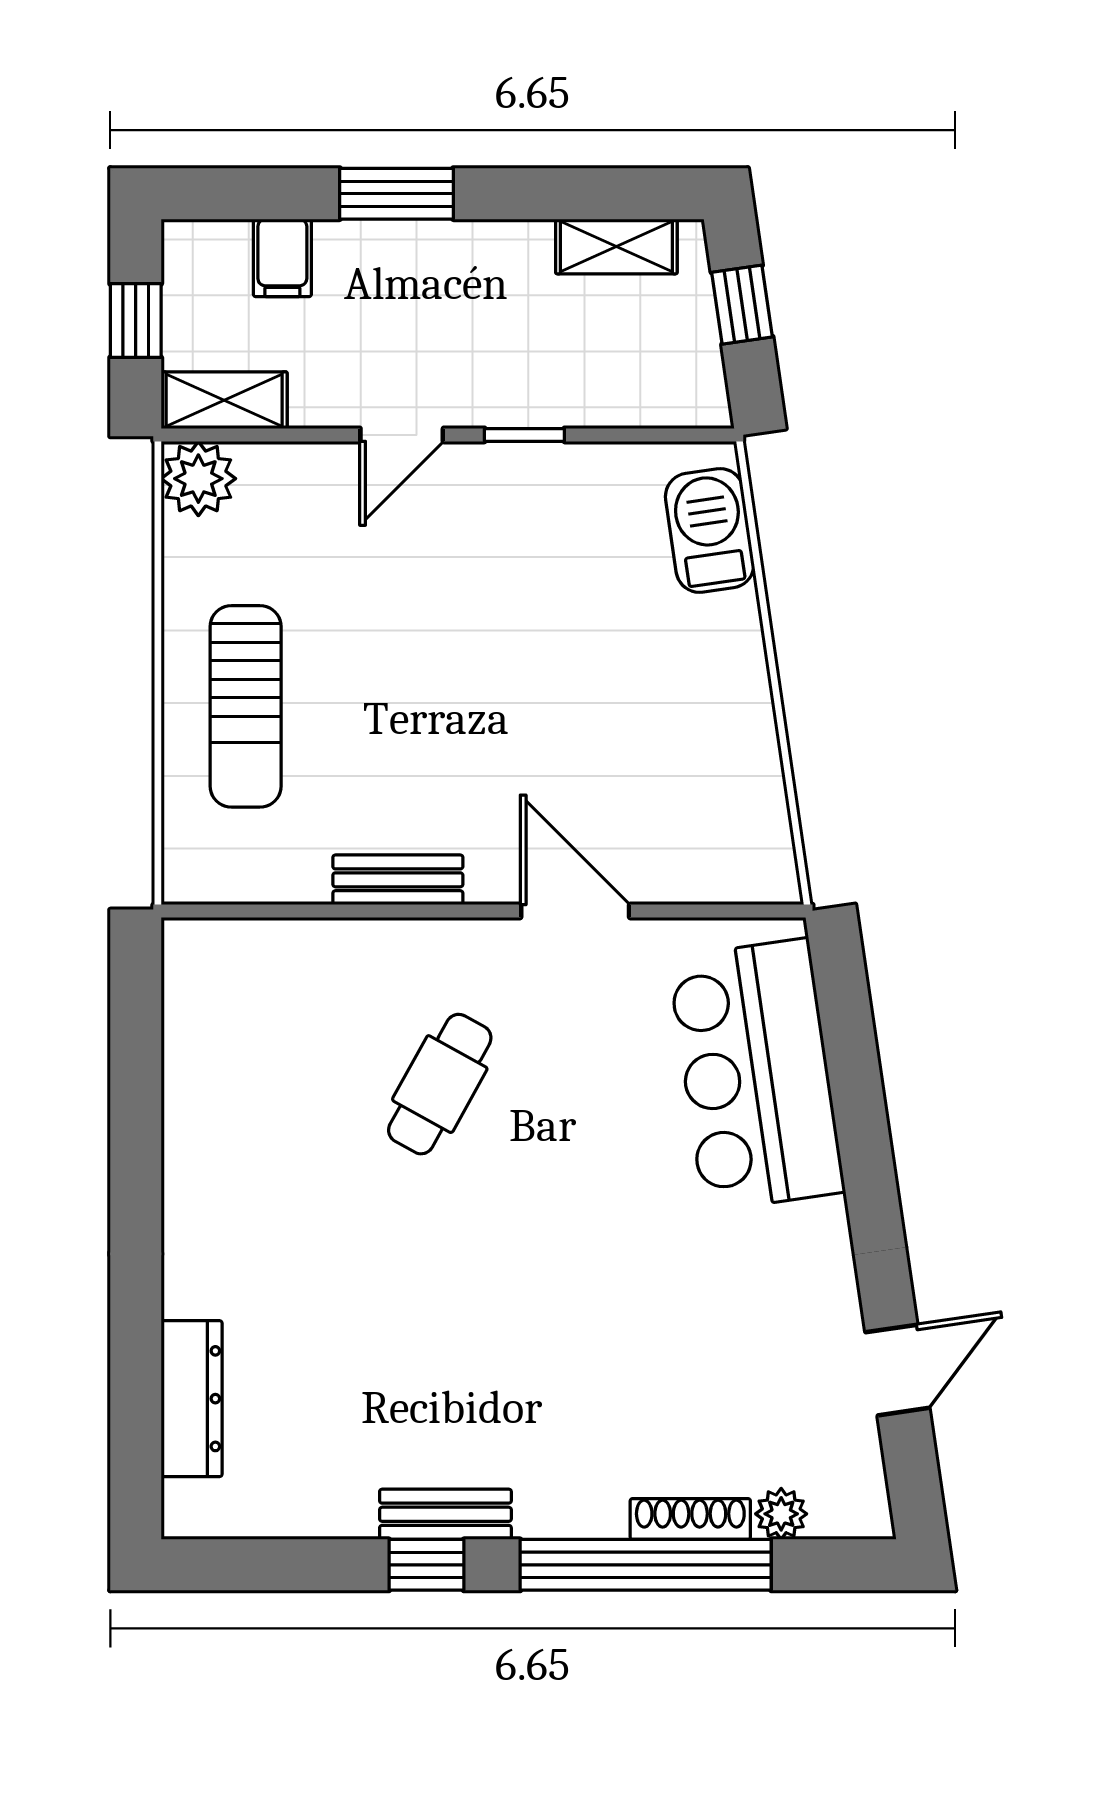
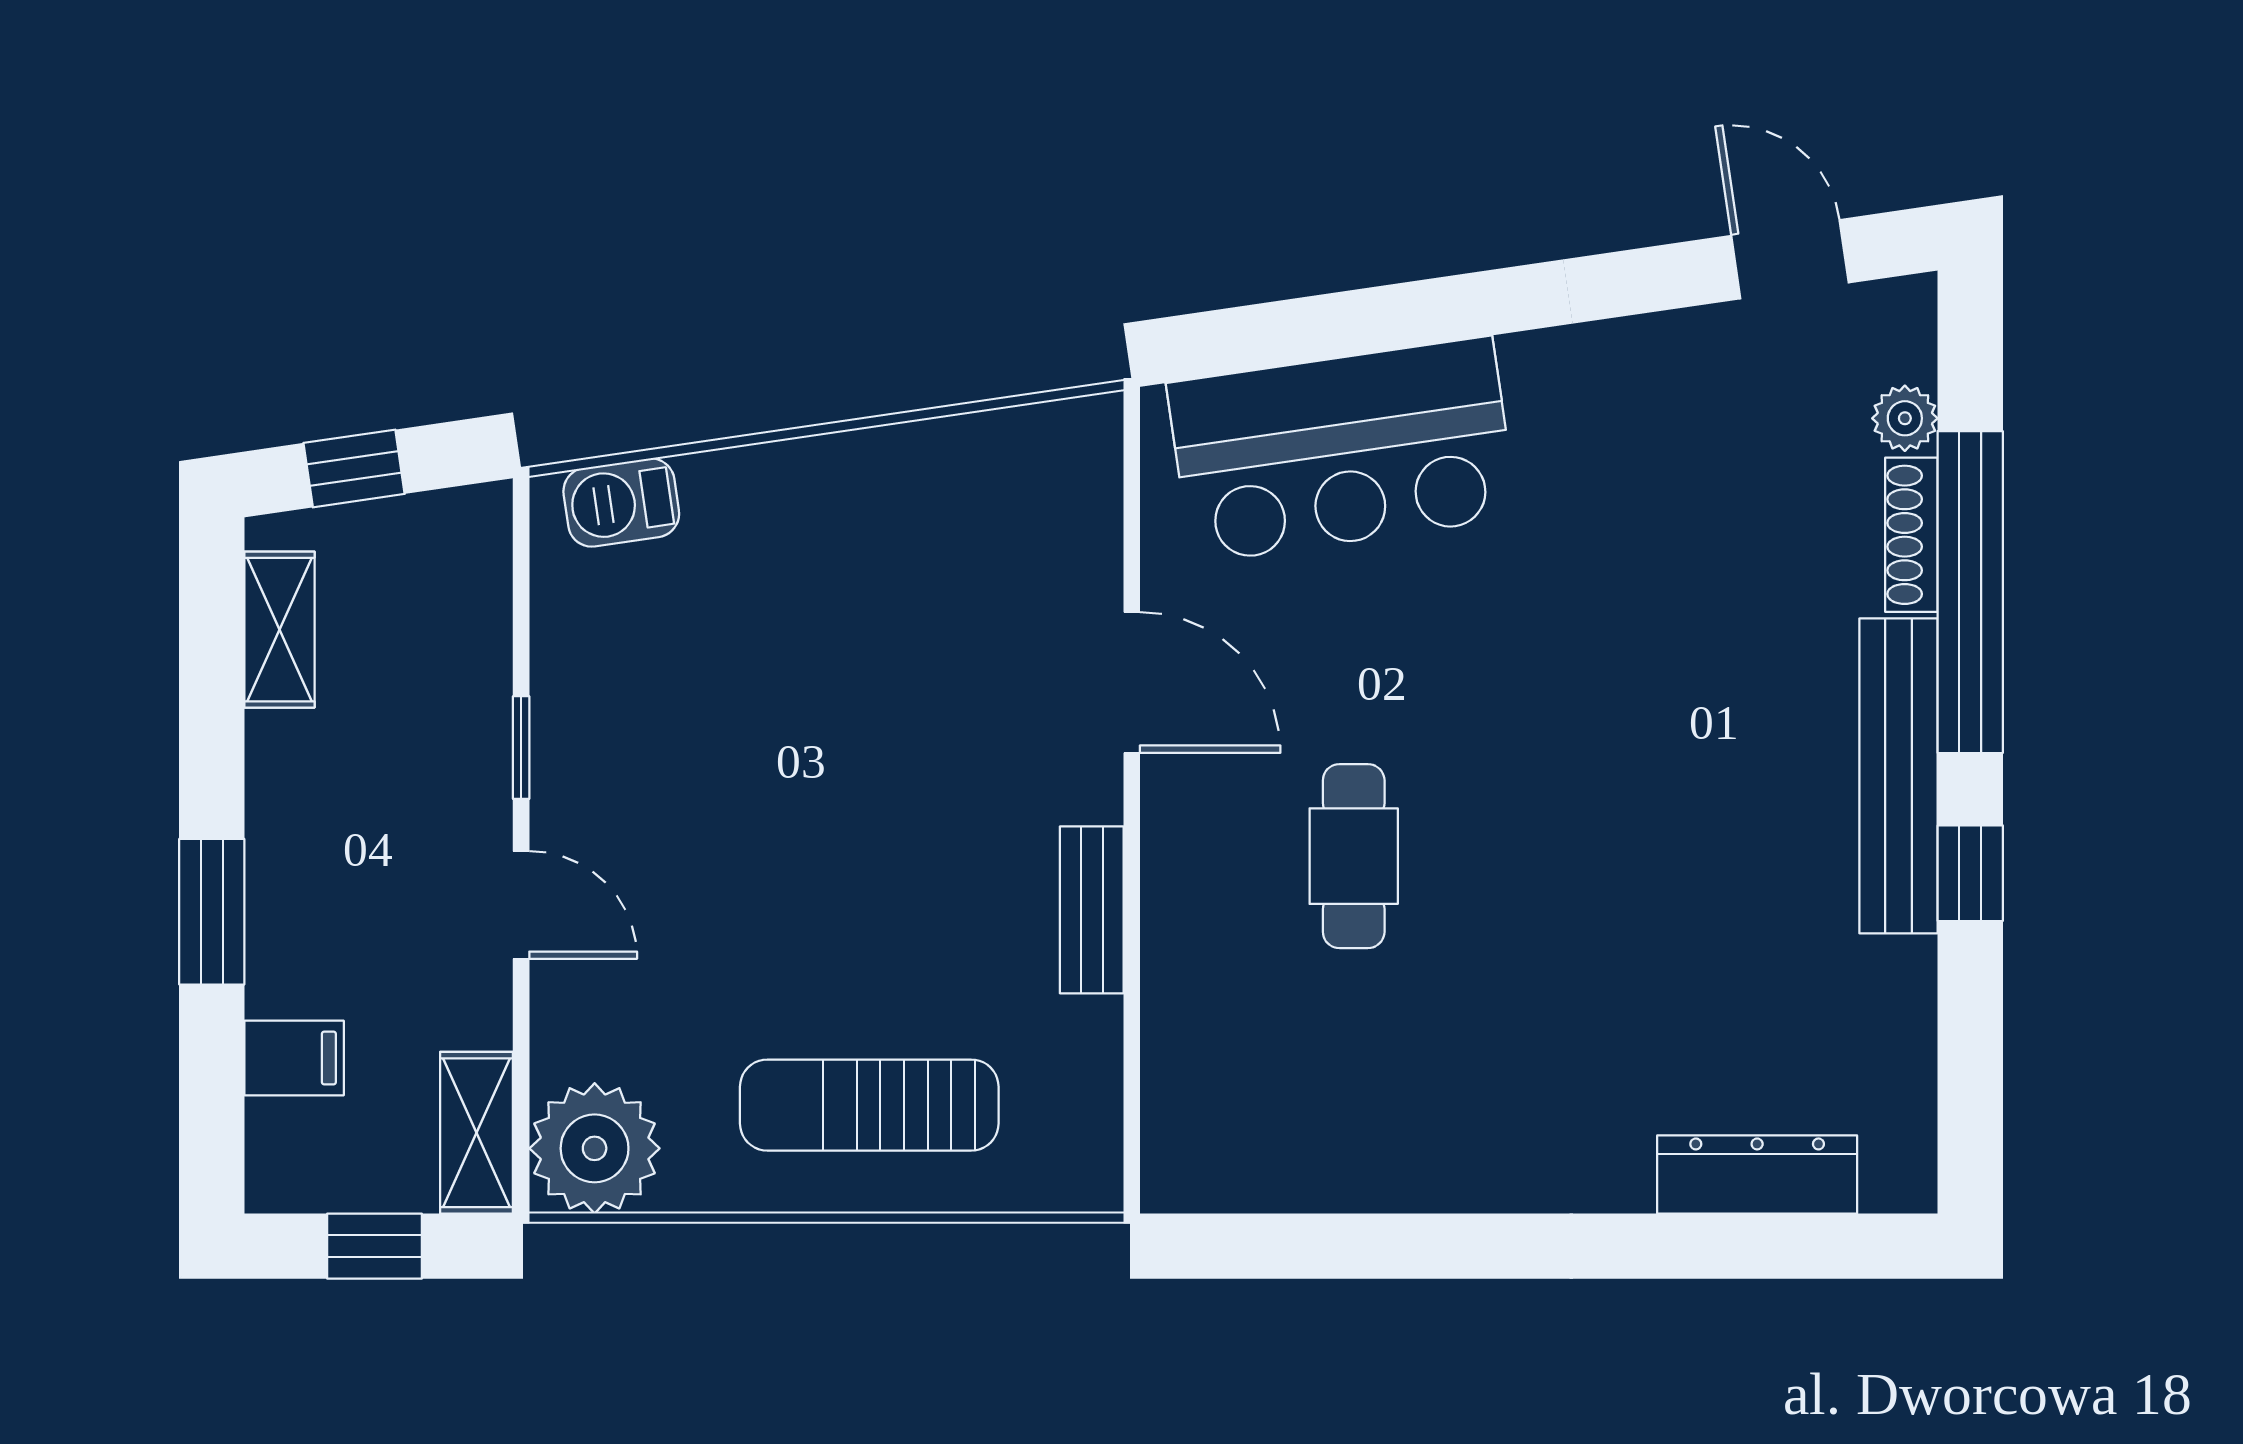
plant: (198, 479) -> (595, 1148), width x1.36, depth x1.36
barbecue: (710, 530) -> (621, 503), width x0.73, depth x0.79
sun lounger: (246, 706) -> (869, 1105), turned 180
door: (575, 911) -> (1132, 682), swing flipped
cafe table: (440, 1084) -> (1354, 856), turned 61
door: (897, 1370) -> (1790, 259), moved
bench: (445, 1514) -> (1899, 776), width x1.86, depth x1.21

